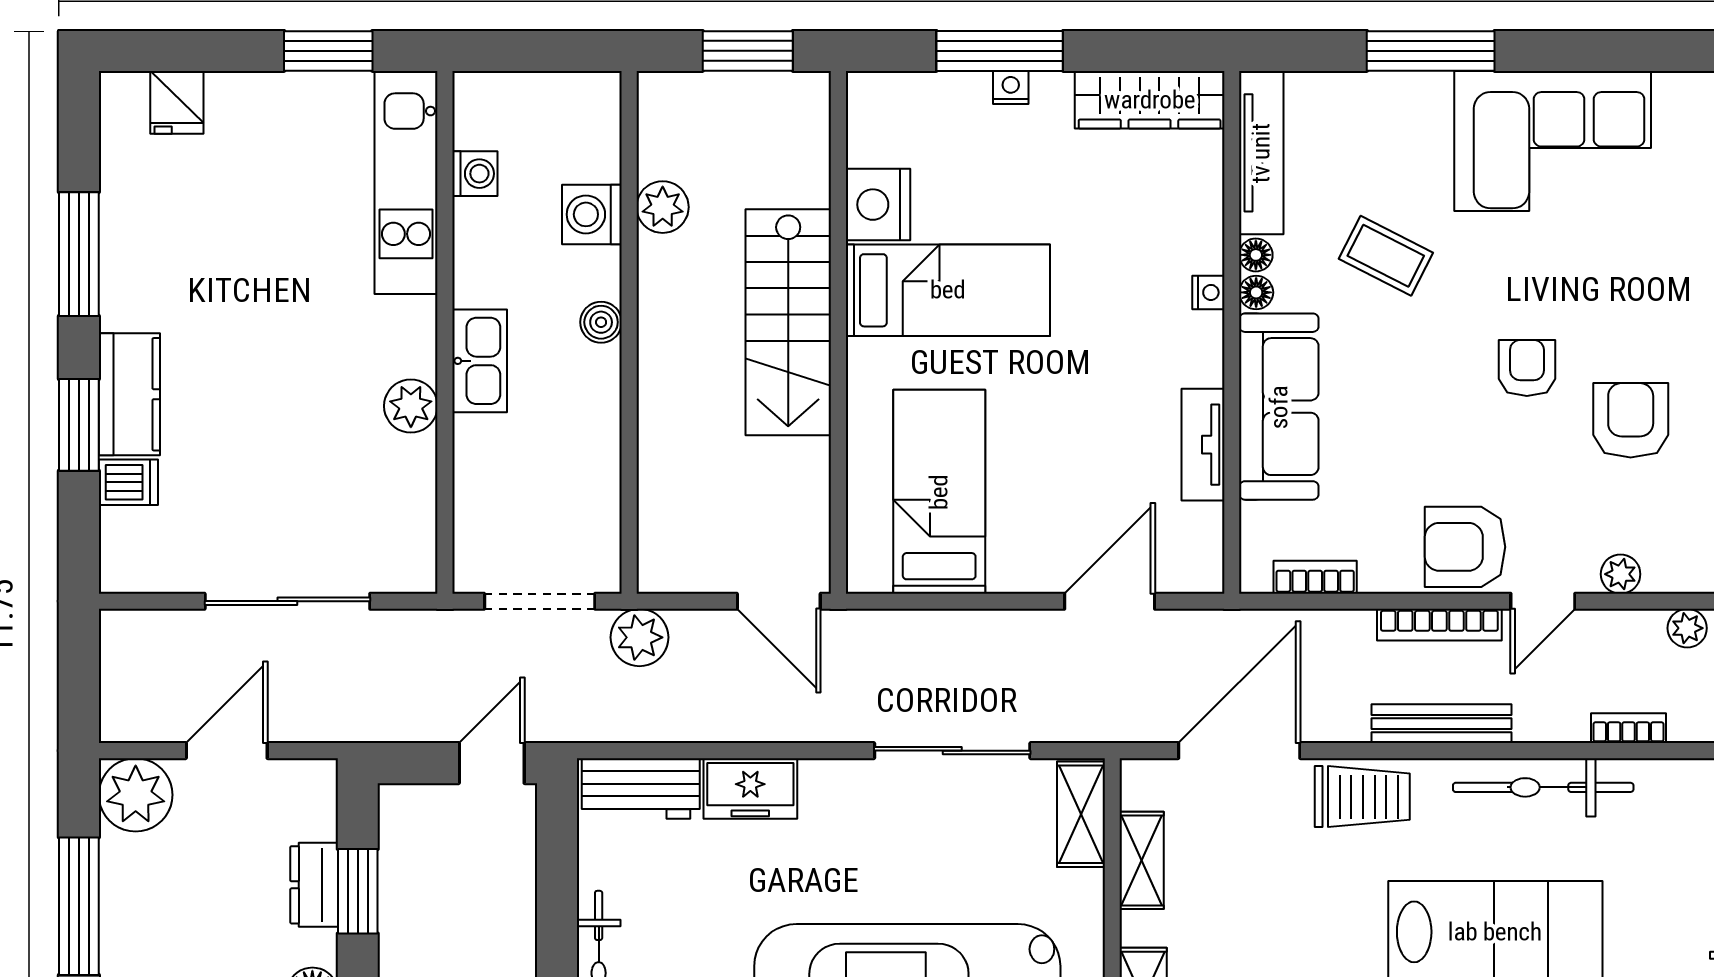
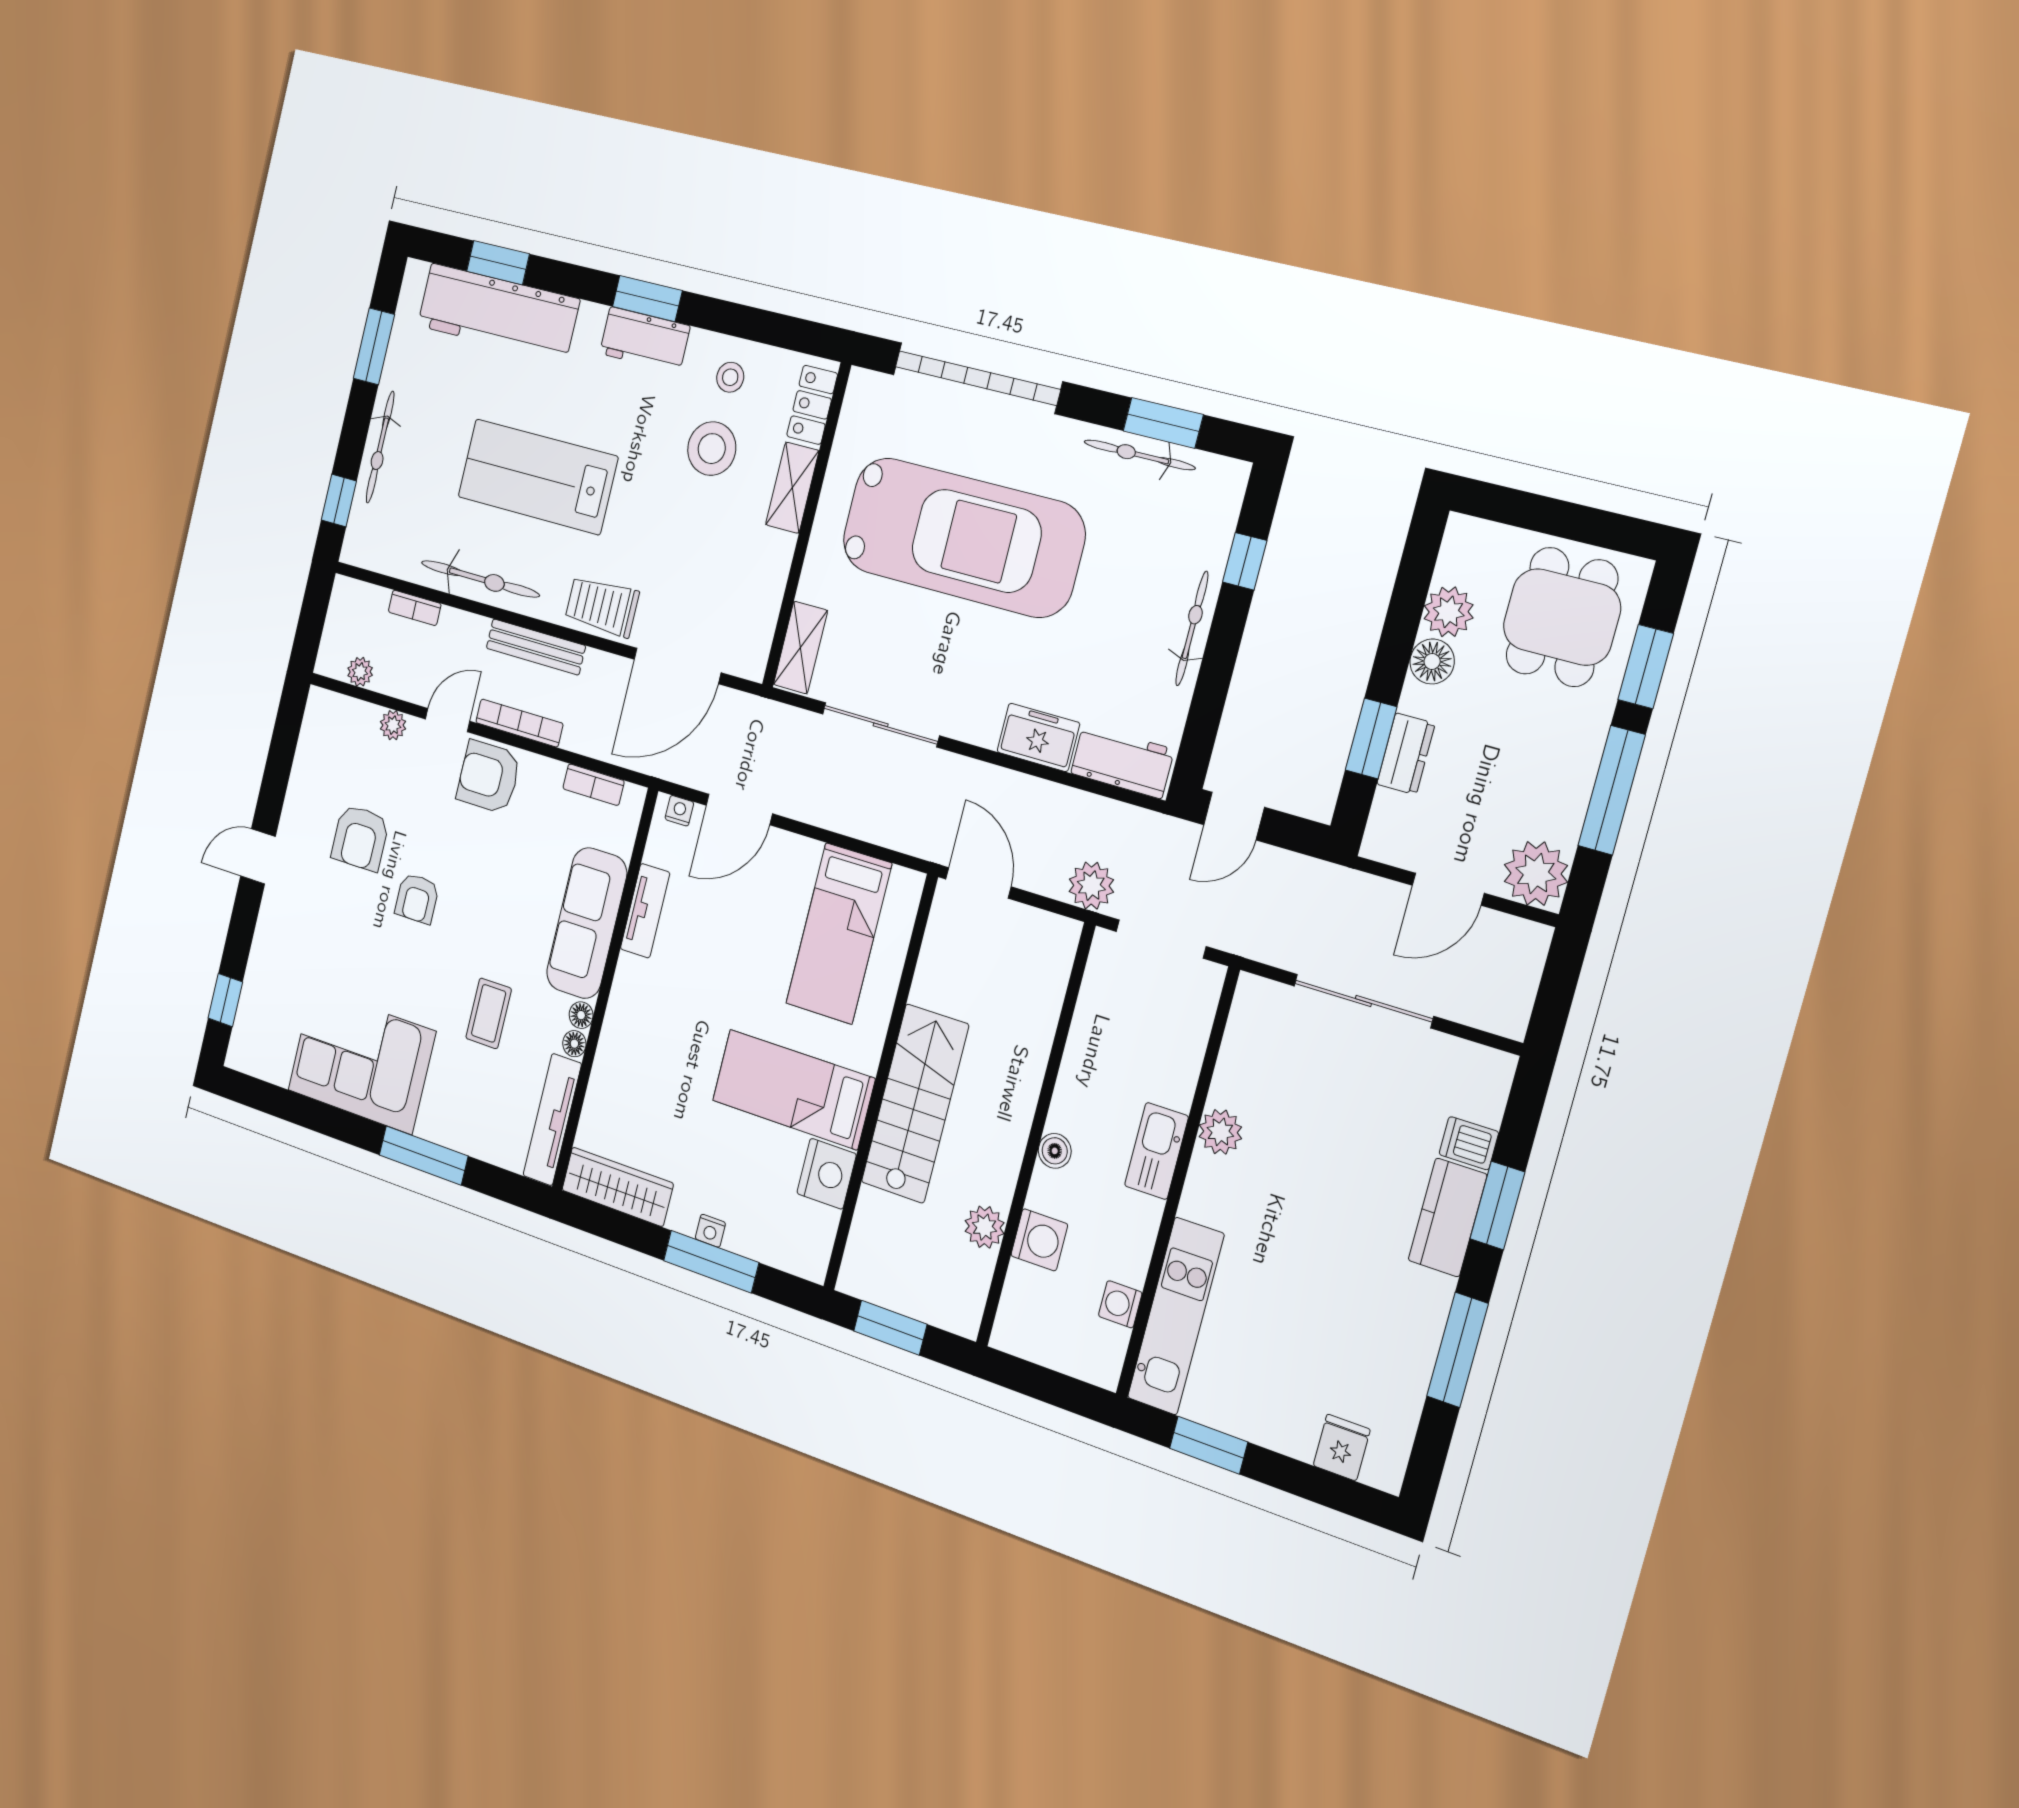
coffee table: (1386, 256) -> (489, 1013), turned 63
nightstand: (1208, 292) -> (679, 811), moved, turned 90
armchair: (1465, 547) -> (489, 777), turned 180
shelving: (1142, 860) -> (766, 599), removed

